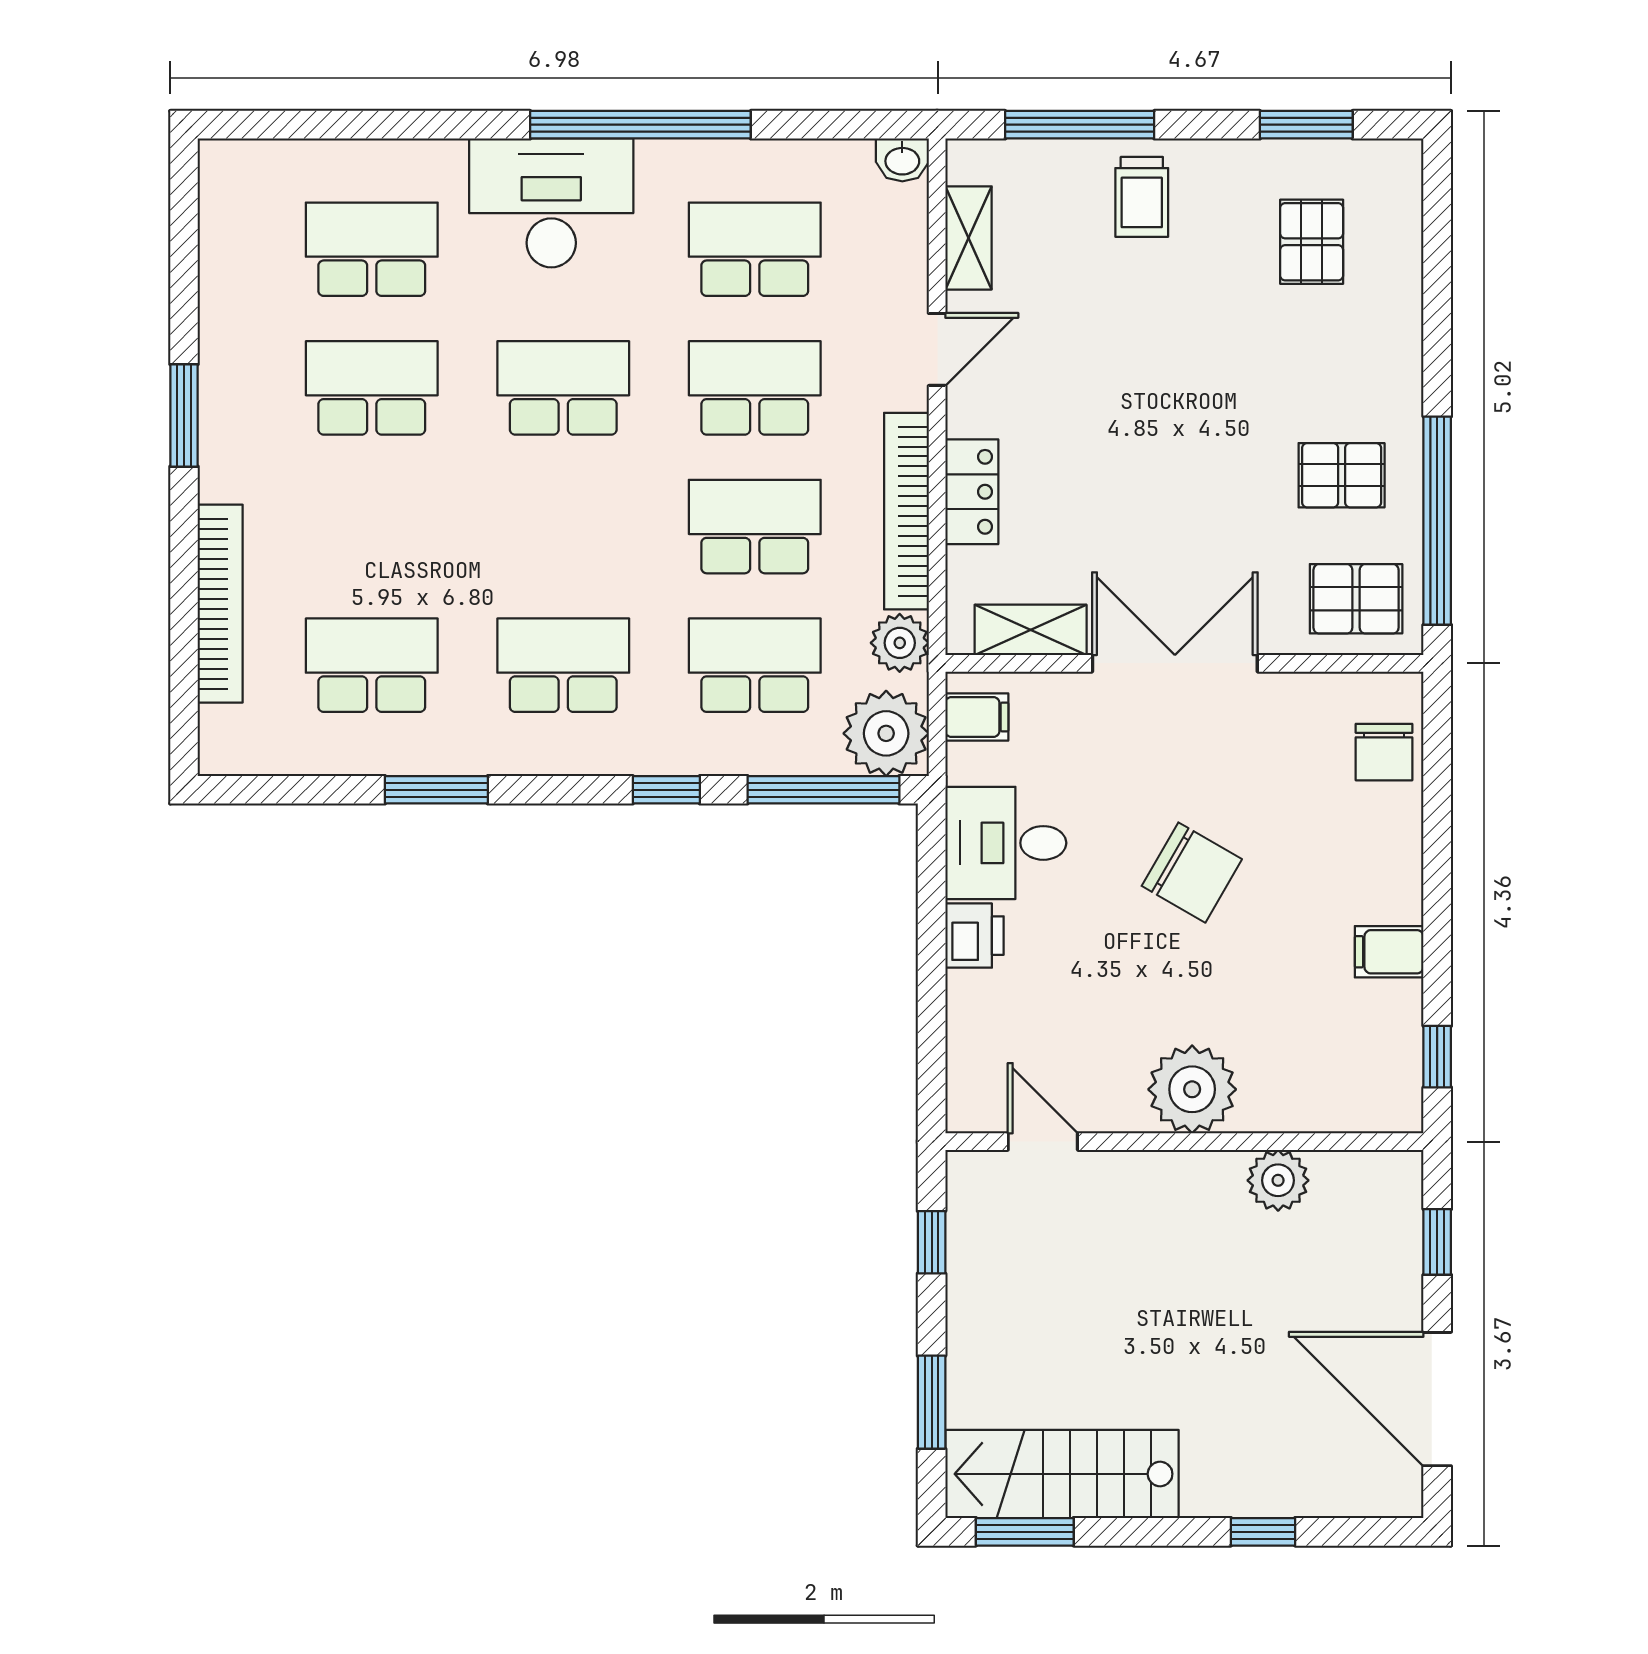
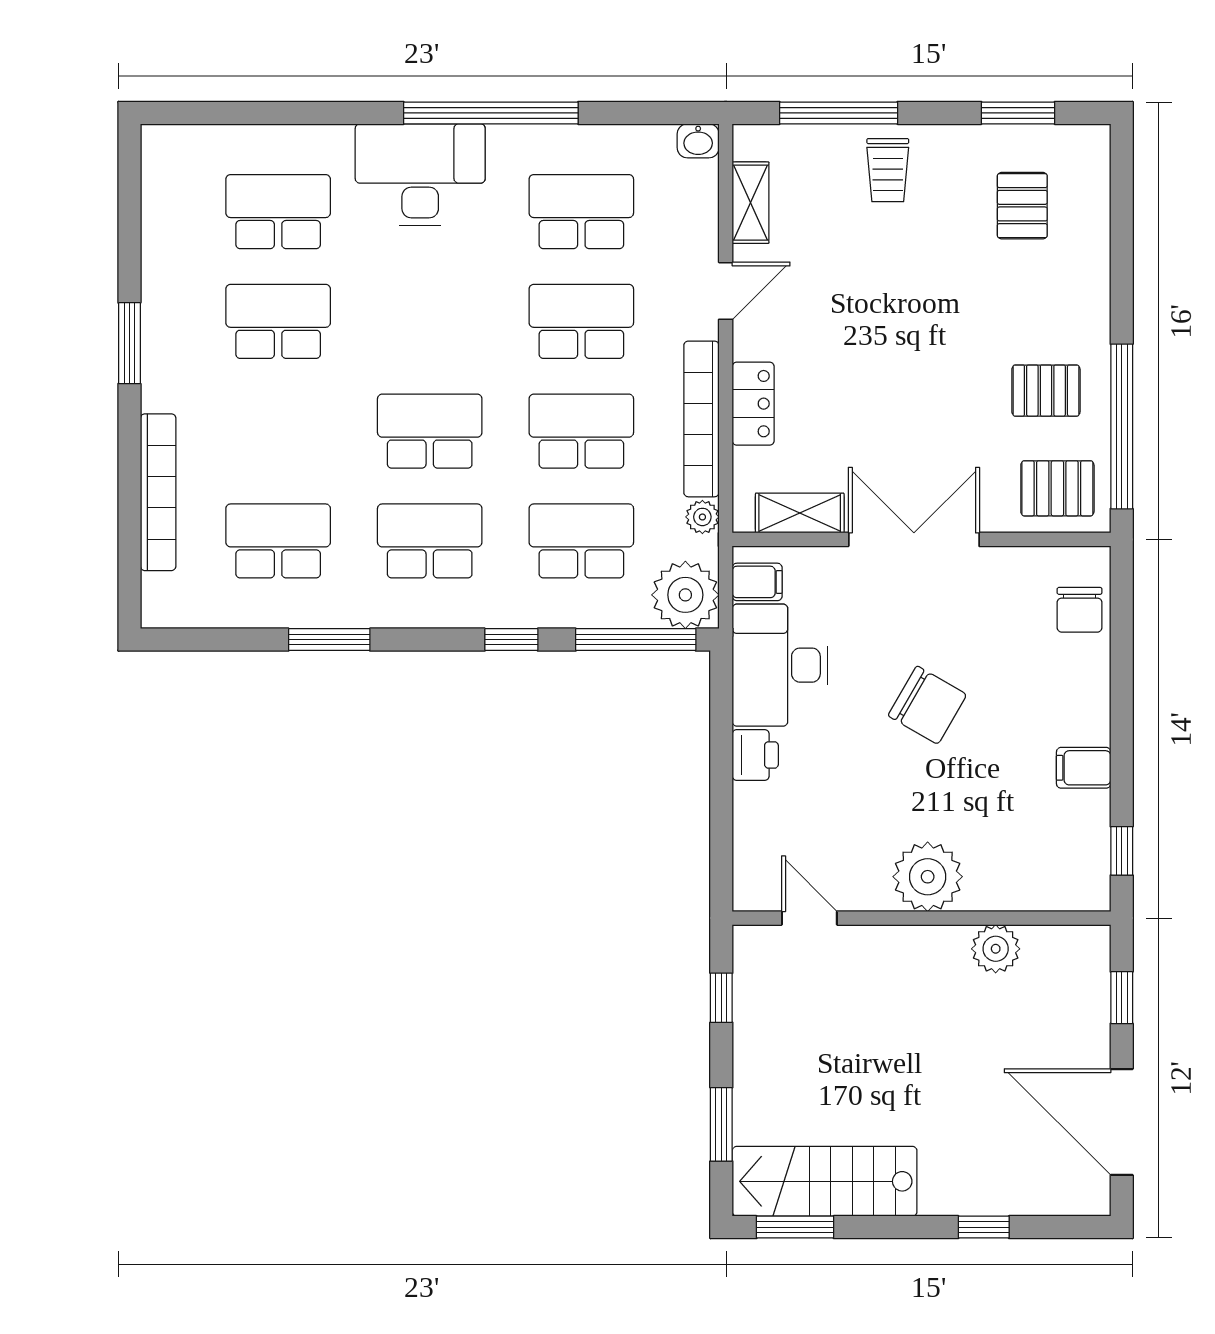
school desk: (563, 388) -> (430, 431), moved
plant: (900, 643) -> (702, 517), width x0.73, depth x0.73
desk: (1006, 843) -> (780, 665), width x1.37

